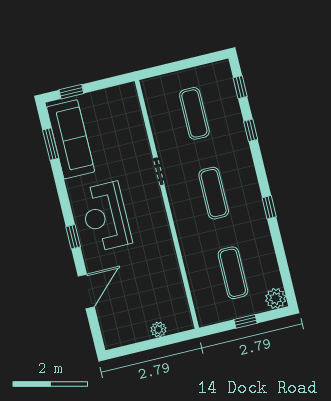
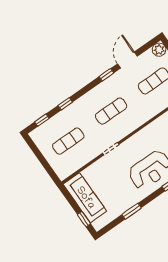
sofa: (71, 139) -> (85, 198), moved, turned 90
window: (51, 144) -> (132, 211), moved
door: (279, 246) -> (127, 60), added

